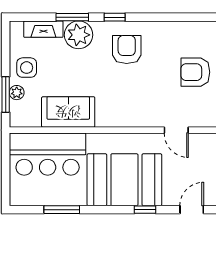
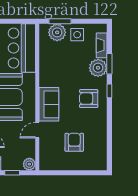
armchair: (127, 50) -> (89, 99), turned 180
plant: (17, 93) -> (57, 32), width x1.88, depth x1.88
sofa: (68, 112) -> (49, 104), moved

